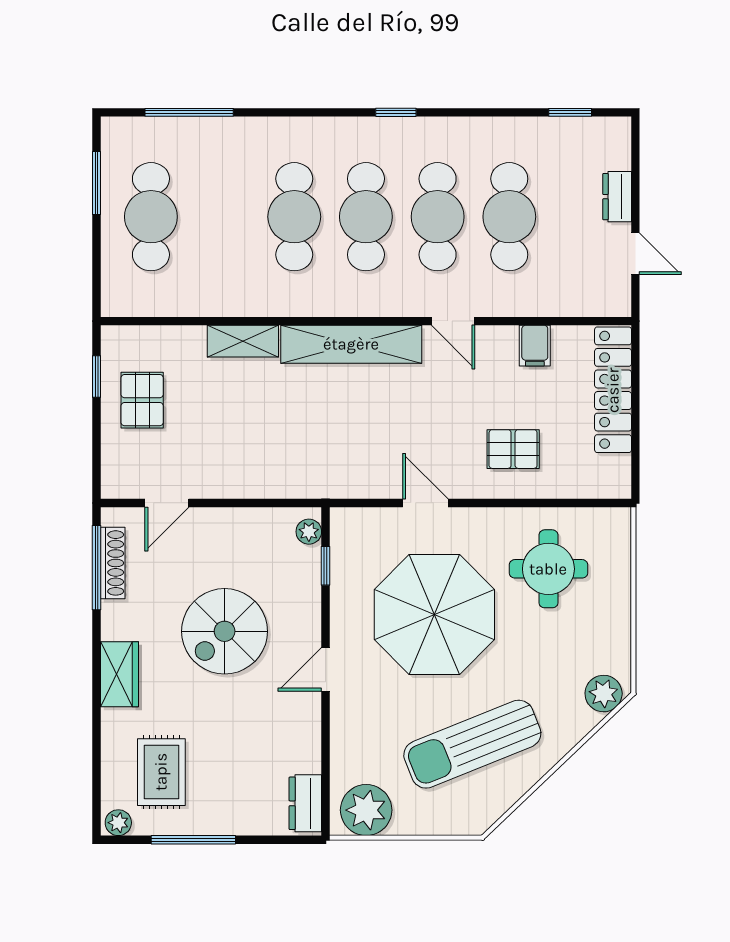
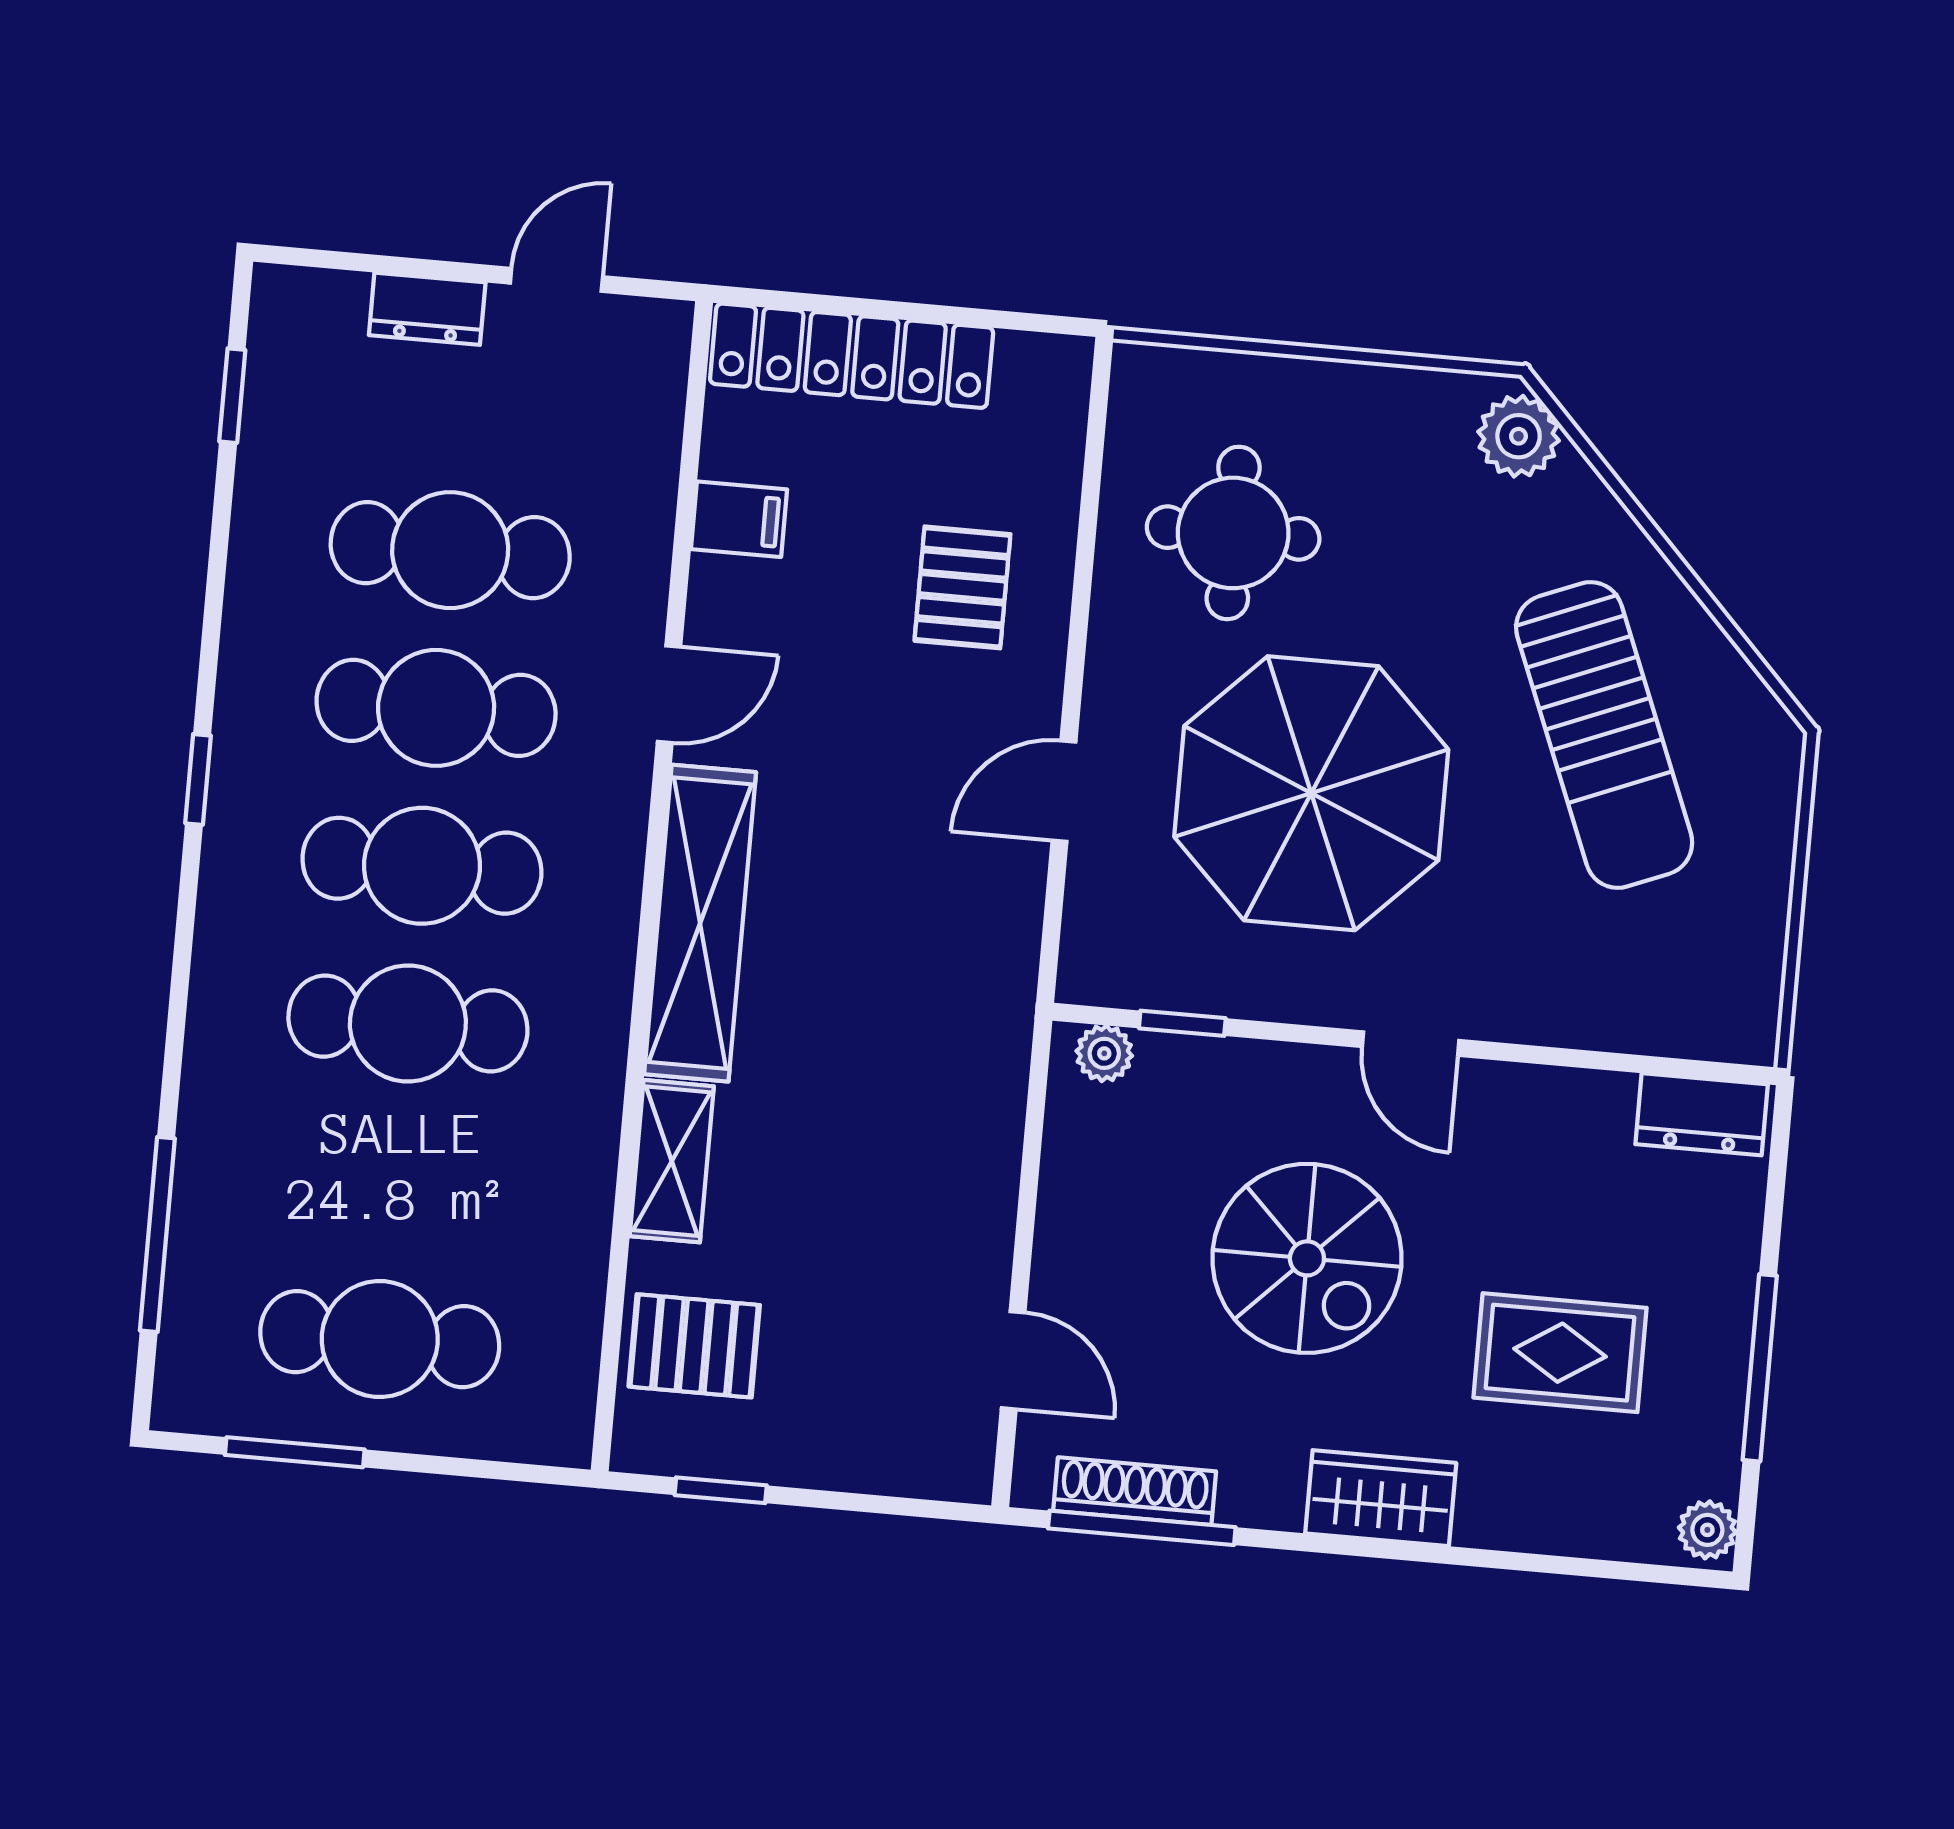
pallet: (142, 400) -> (694, 1346), moved
rug: (161, 772) -> (1560, 1353), moved
plant: (366, 810) -> (1728, 982), removed

